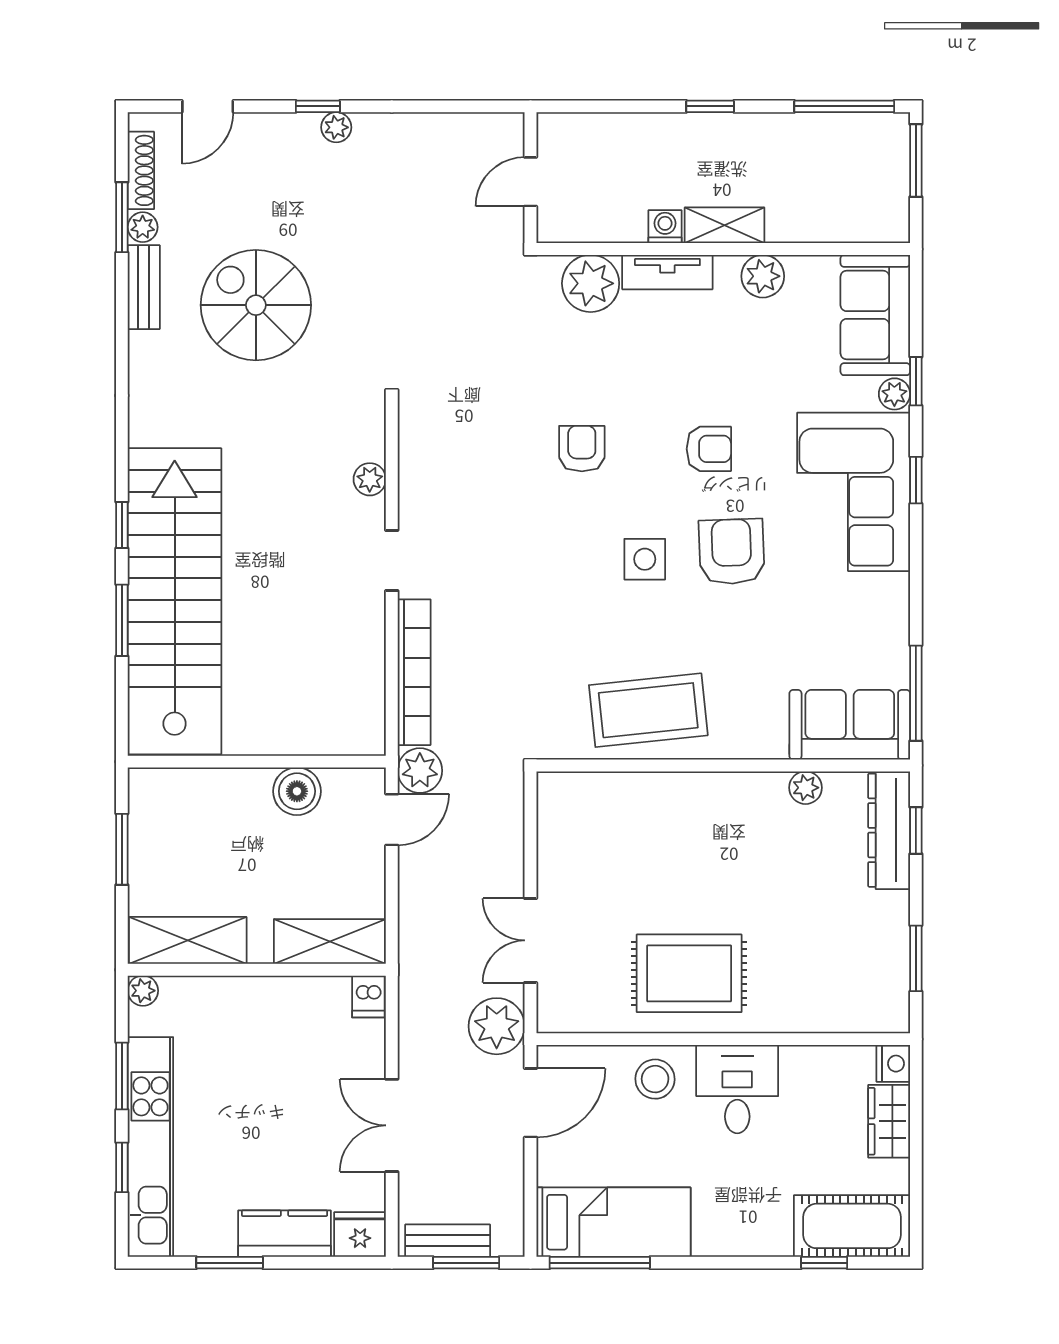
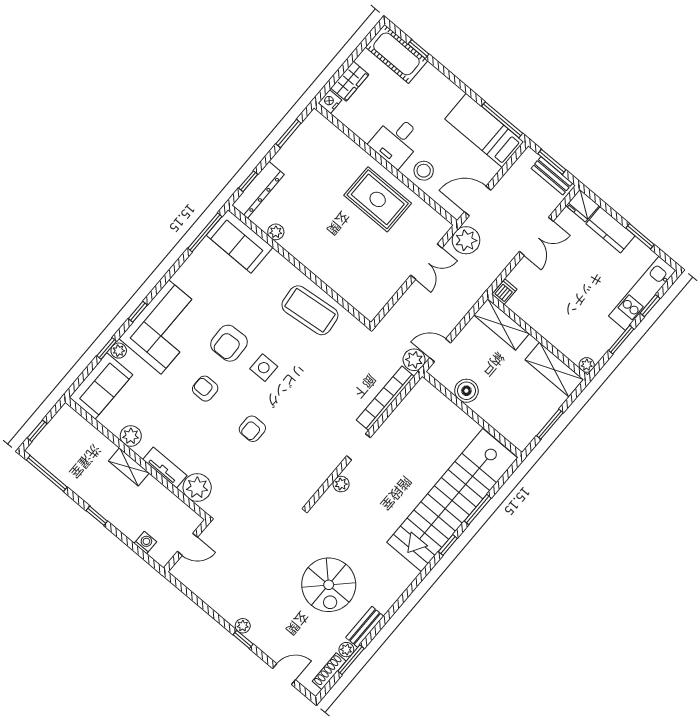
window: (916, 161) -> (37, 431), width x0.67
washing machine: (665, 227) -> (145, 543), moved, turned 180
kitchen unit: (150, 1147) -> (642, 293), width x0.73

